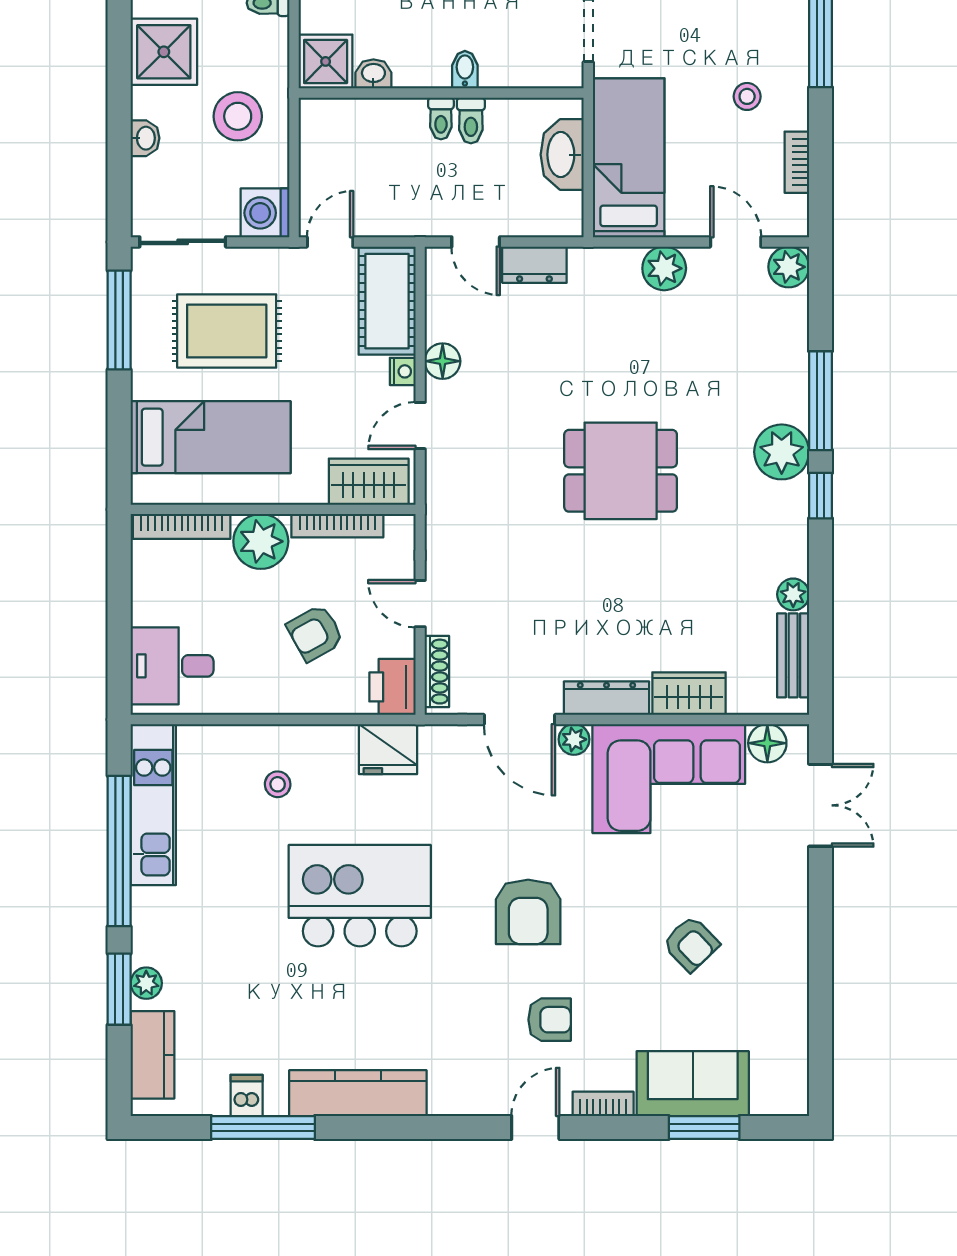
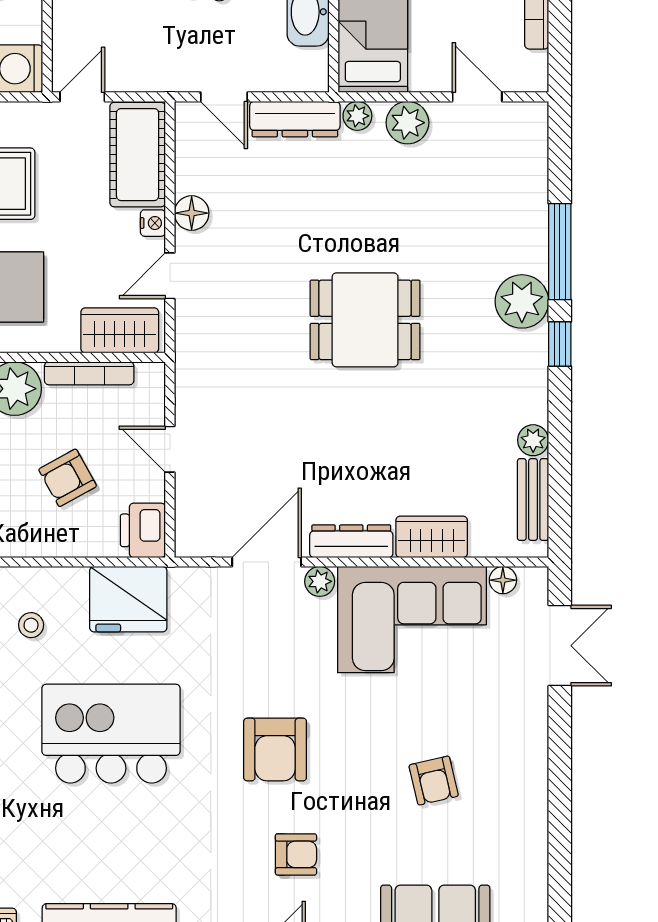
dresser: (534, 265) -> (295, 119), width x1.44
plant: (789, 267) -> (357, 116), moved, width x0.73, depth x0.73
shoe rack: (437, 672) -> (186, 515), removed
door: (519, 719) -> (267, 562), swing flipped
floor lamp: (767, 743) -> (503, 580), width x0.73, depth x0.73
fridge: (388, 749) -> (128, 599), width x1.36, depth x1.34
armchair: (691, 944) -> (434, 781), turned 31

